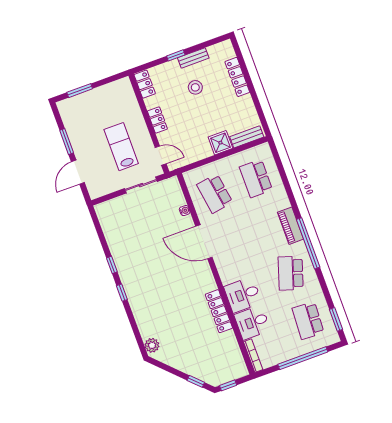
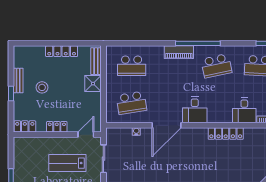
locker: (237, 77) -> (62, 51), moved
school desk: (291, 273) -> (216, 66), turned -30
desk: (243, 295) -> (195, 110), moved

